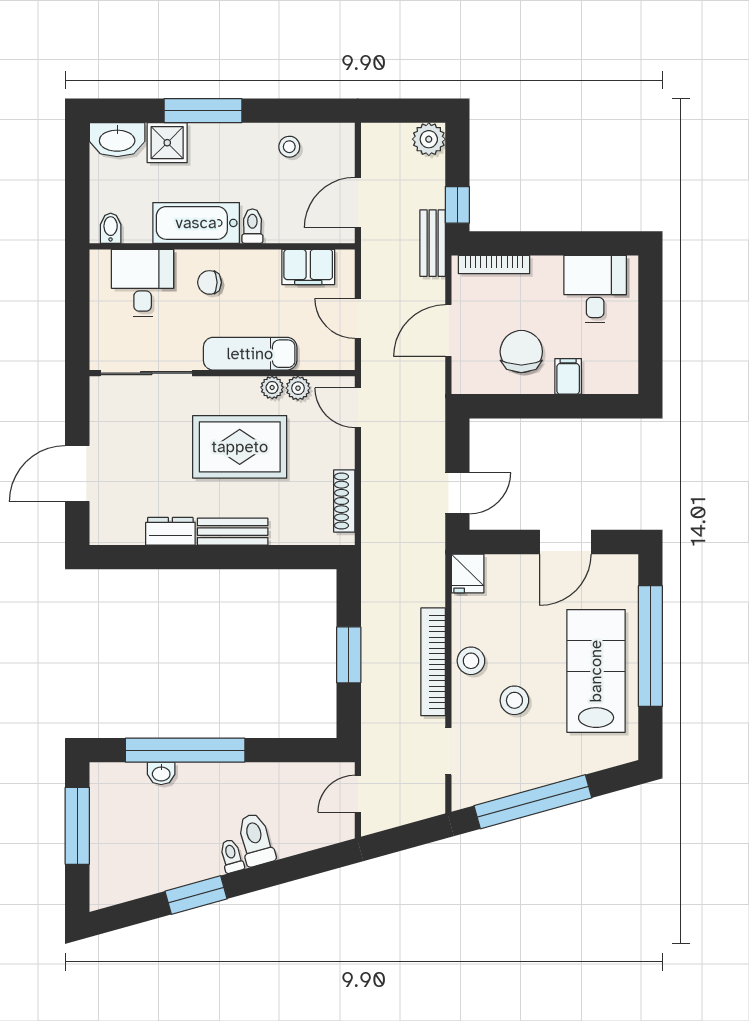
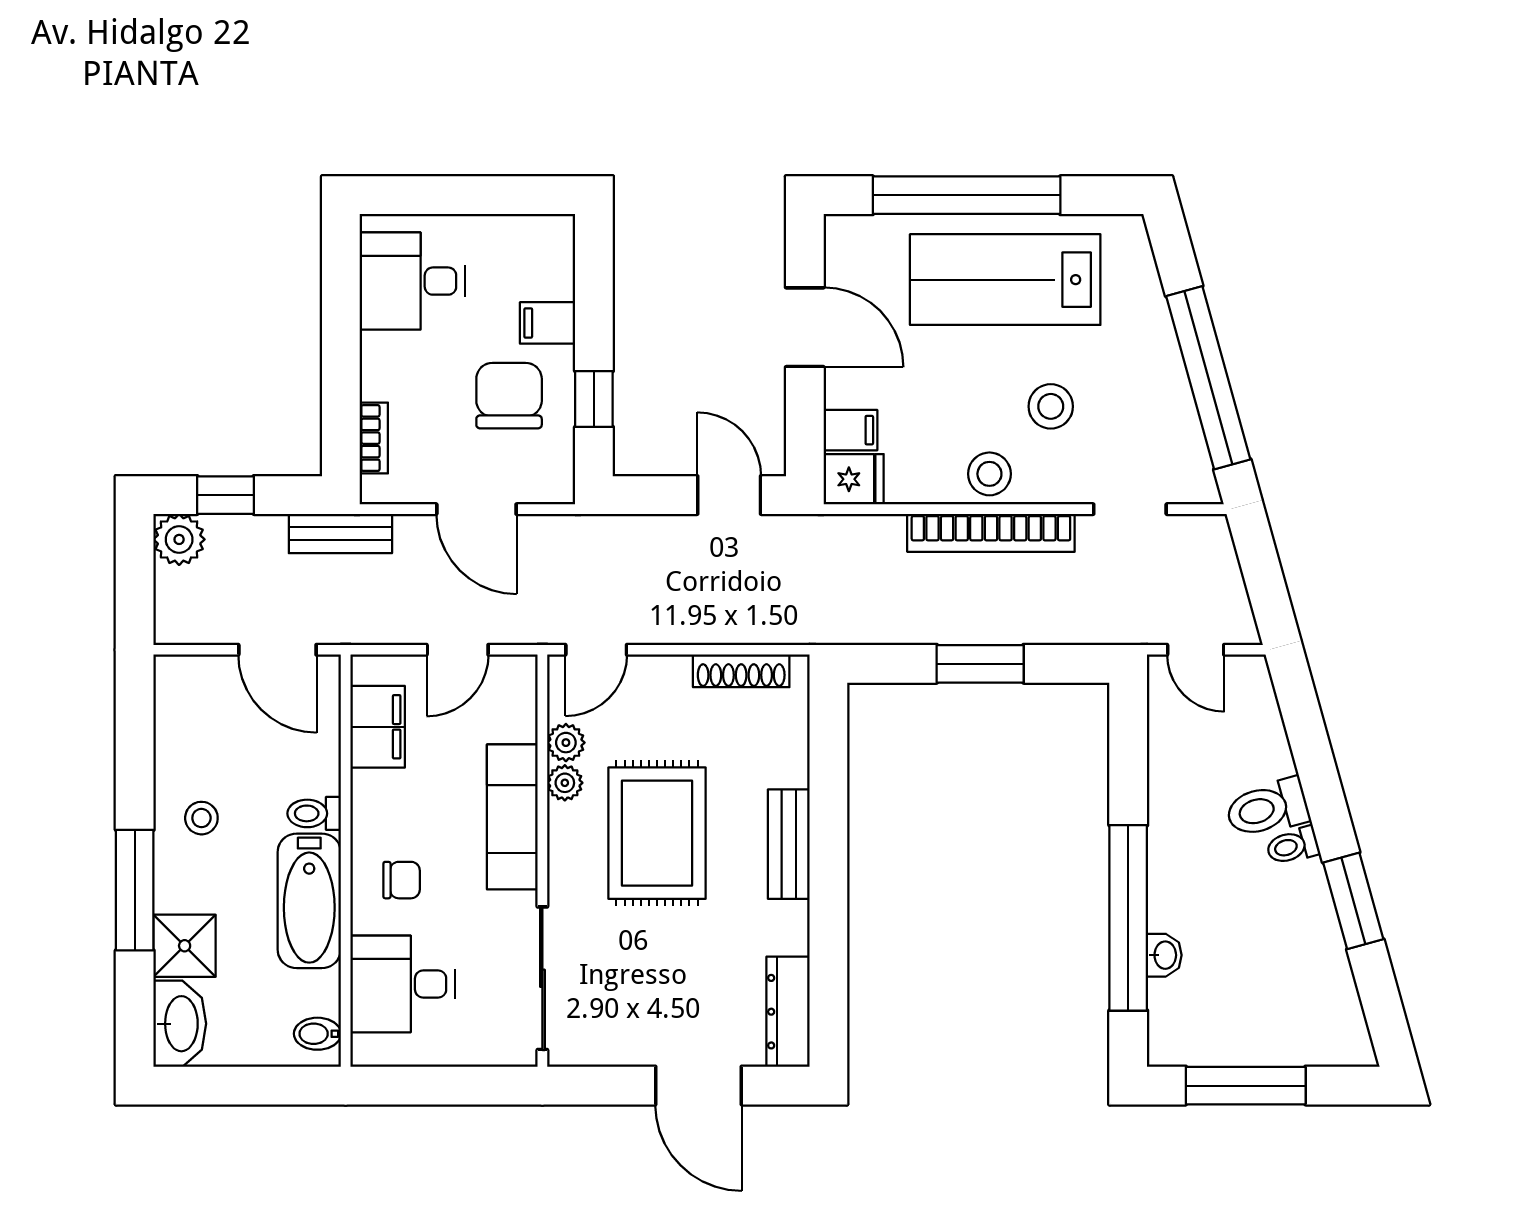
stool: (289, 147) -> (201, 818), moved
window: (457, 205) -> (225, 495), moved
bookcase: (494, 265) -> (374, 438), width x0.64
chair: (209, 282) -> (402, 880), turned -90
chair: (521, 352) -> (509, 396), turned 90
window: (519, 406) -> (594, 399), added
dresser: (170, 531) -> (788, 1012), moved, width x1.44
filing cabinet: (499, 571) -> (850, 430), added

